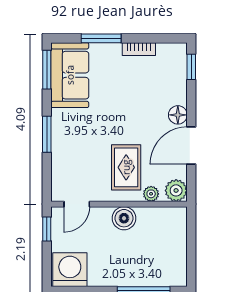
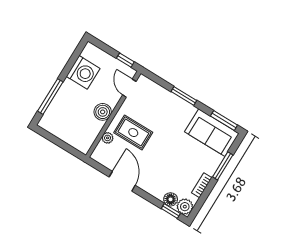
floor lamp: (178, 115) -> (171, 199), moved
plant: (176, 190) -> (185, 207), moved
washing machine: (70, 270) -> (83, 72), moved

